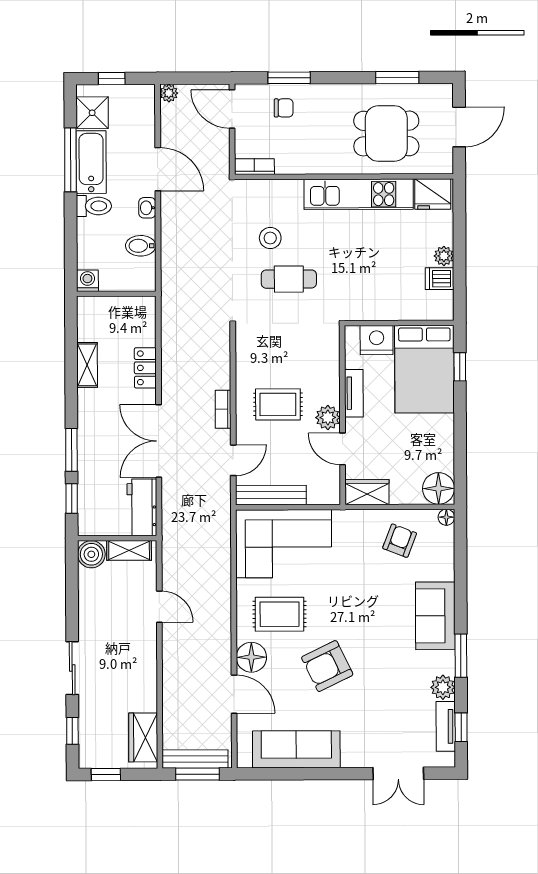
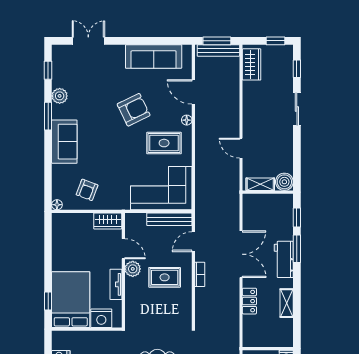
floor lamp: (439, 488) -> (62, 223), removed
workbench: (142, 507) -> (284, 259), moved, turned 180
floor lamp: (251, 657) -> (187, 120), width x0.53, depth x0.53
tv unit: (446, 726) -> (58, 71), removed

